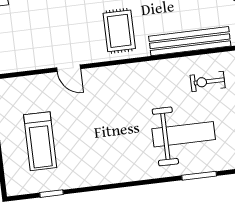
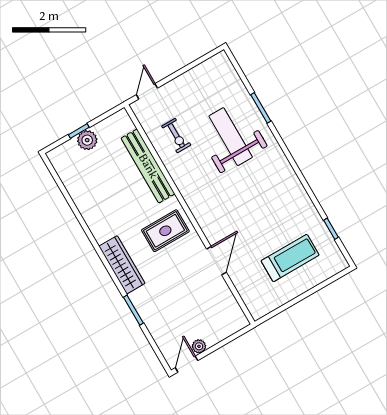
door: (69, 68) -> (216, 261), width x1.38

